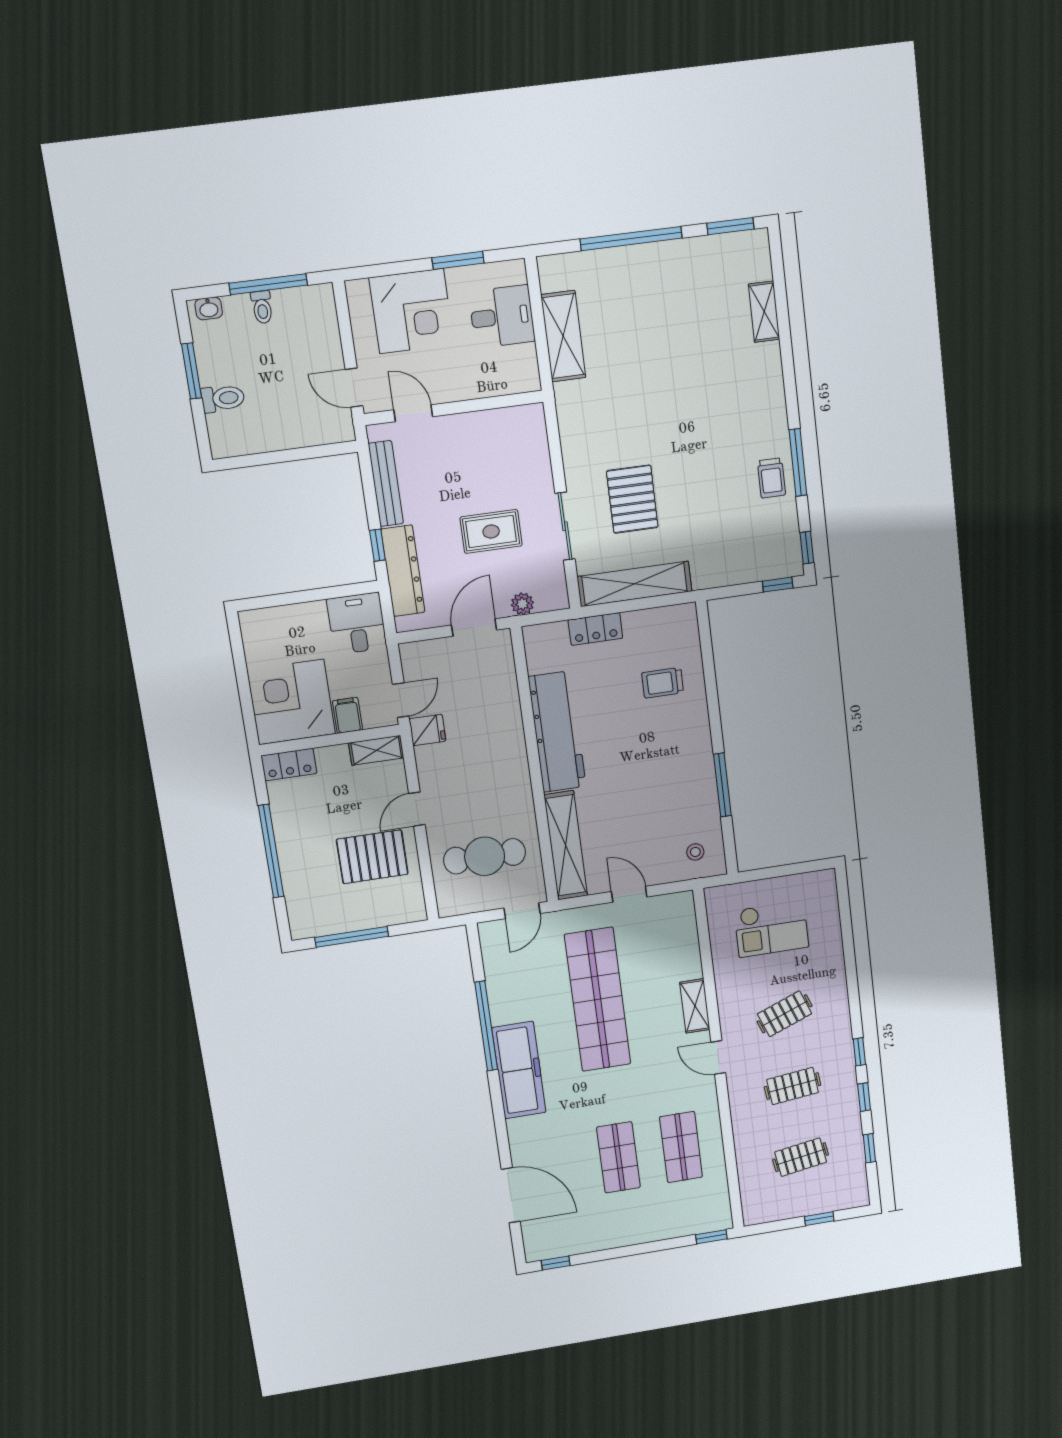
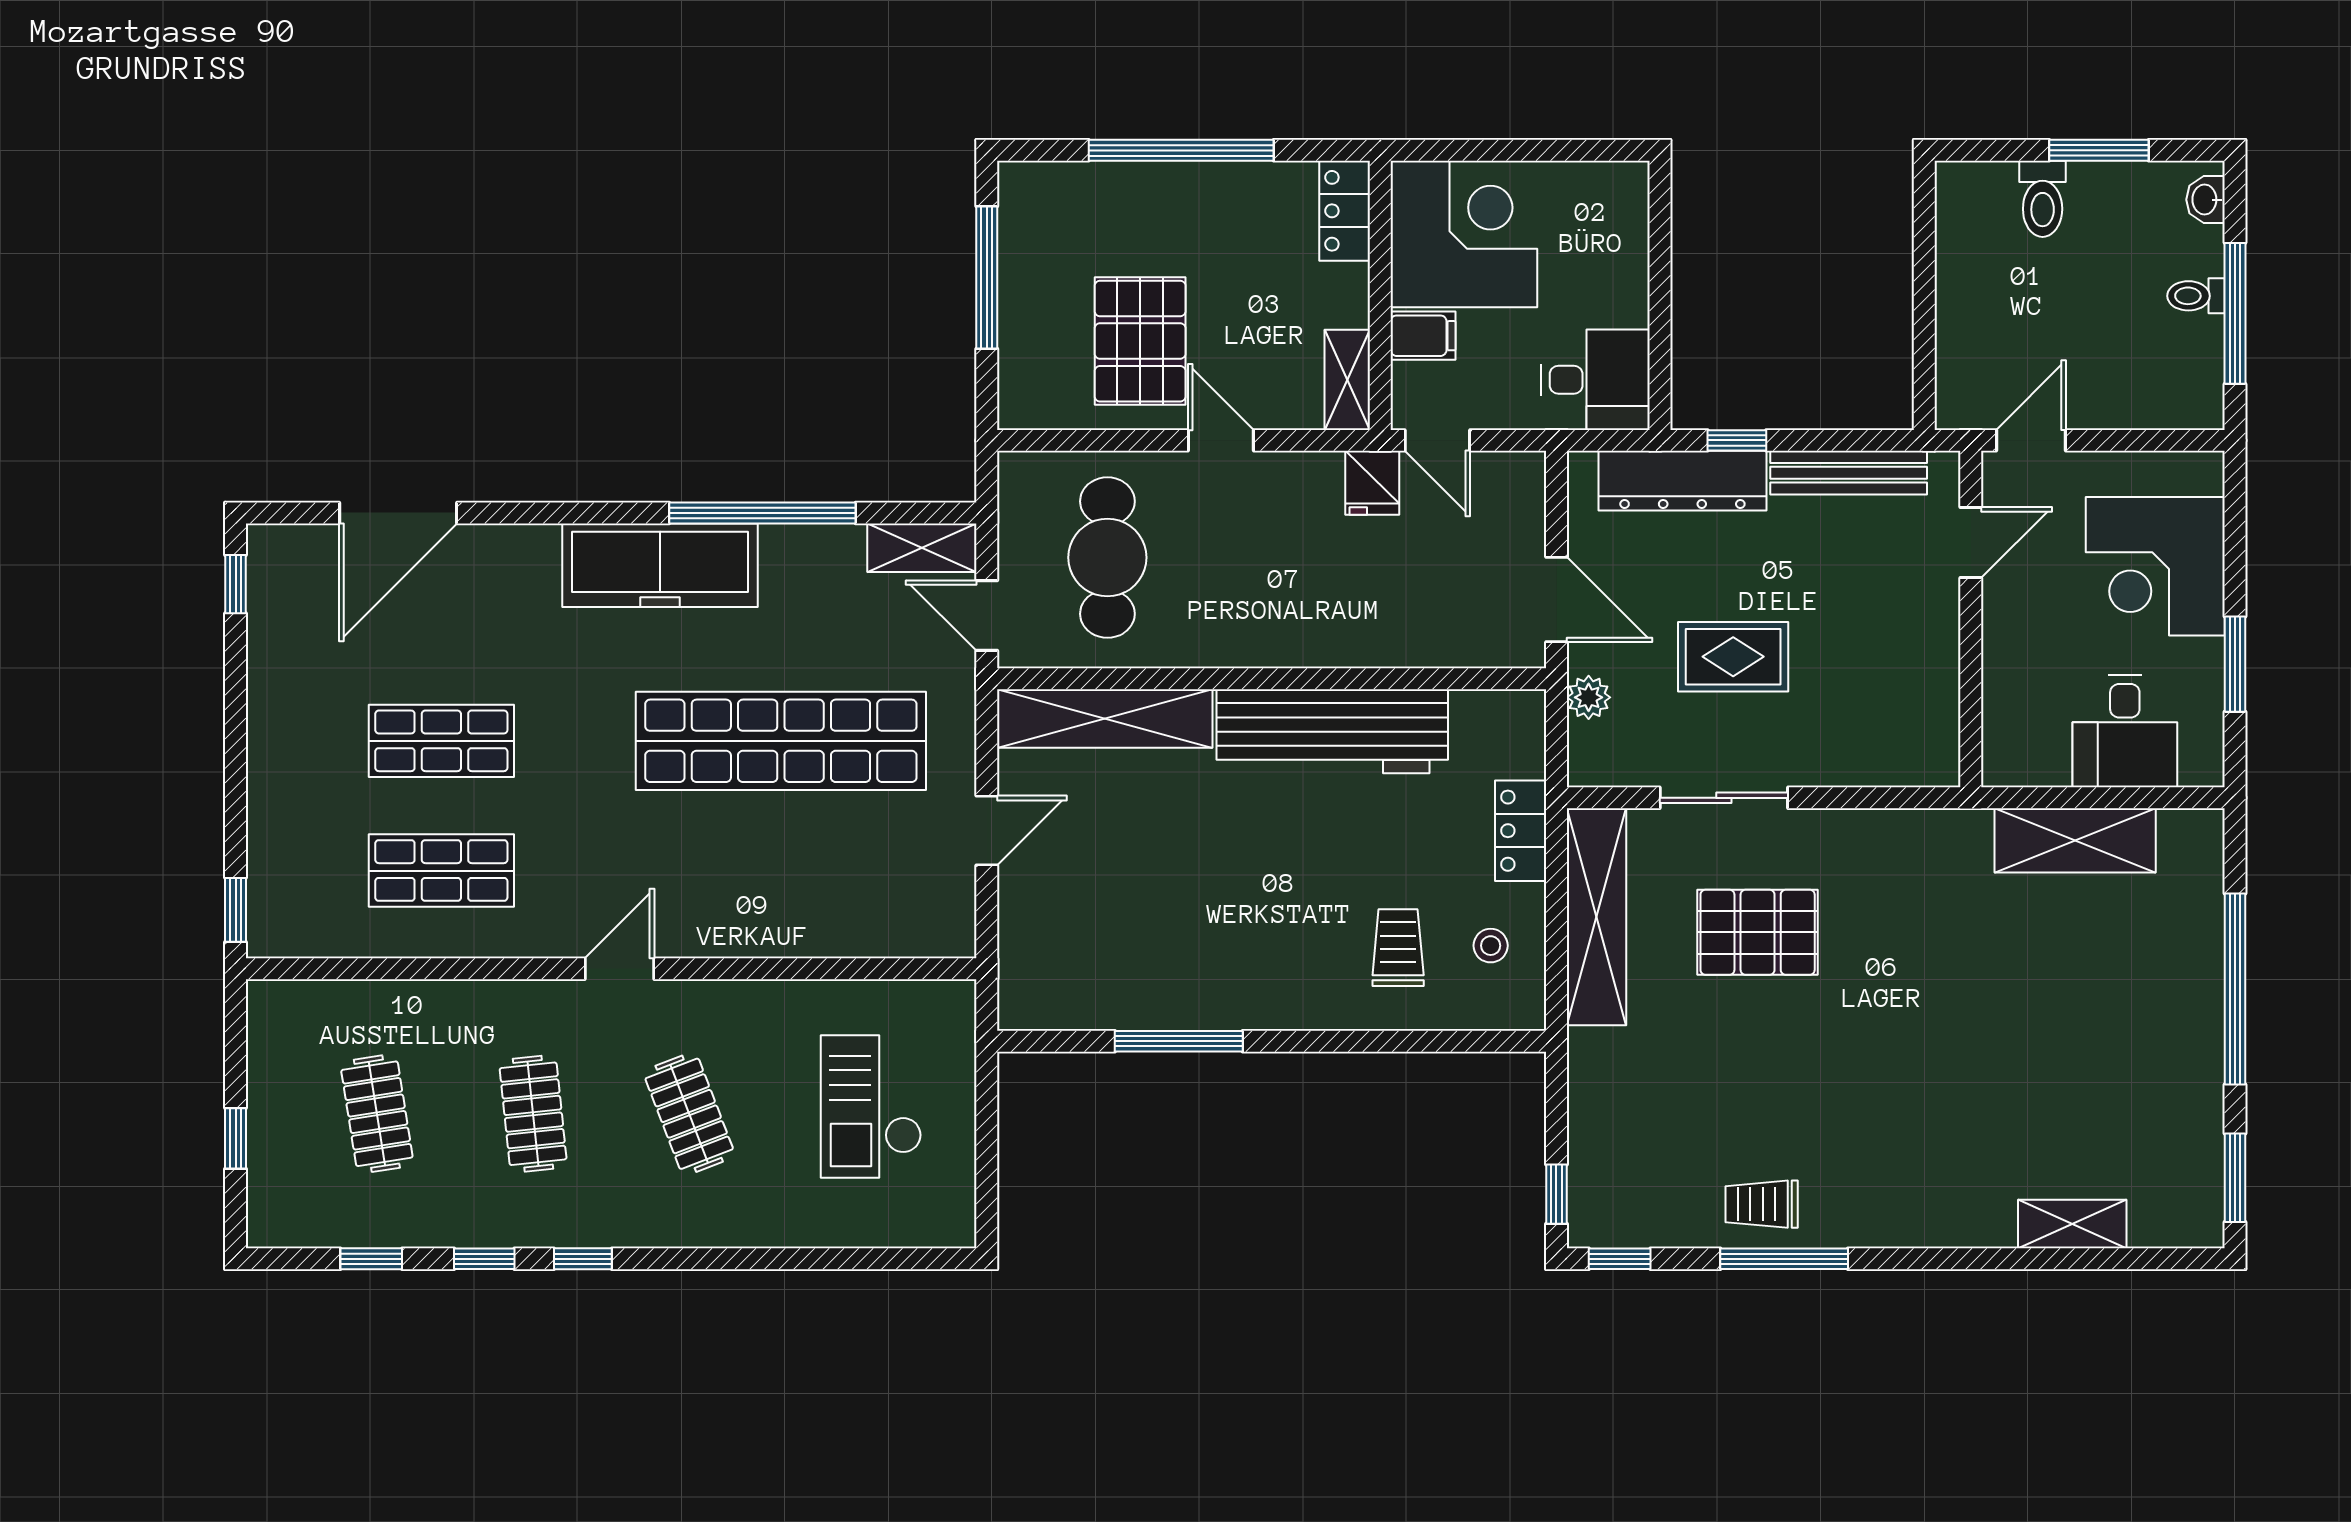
rug: (491, 531) -> (1733, 657), turned 90
stool: (695, 852) -> (1491, 946), moved
shelving: (695, 1006) -> (922, 548), moved

